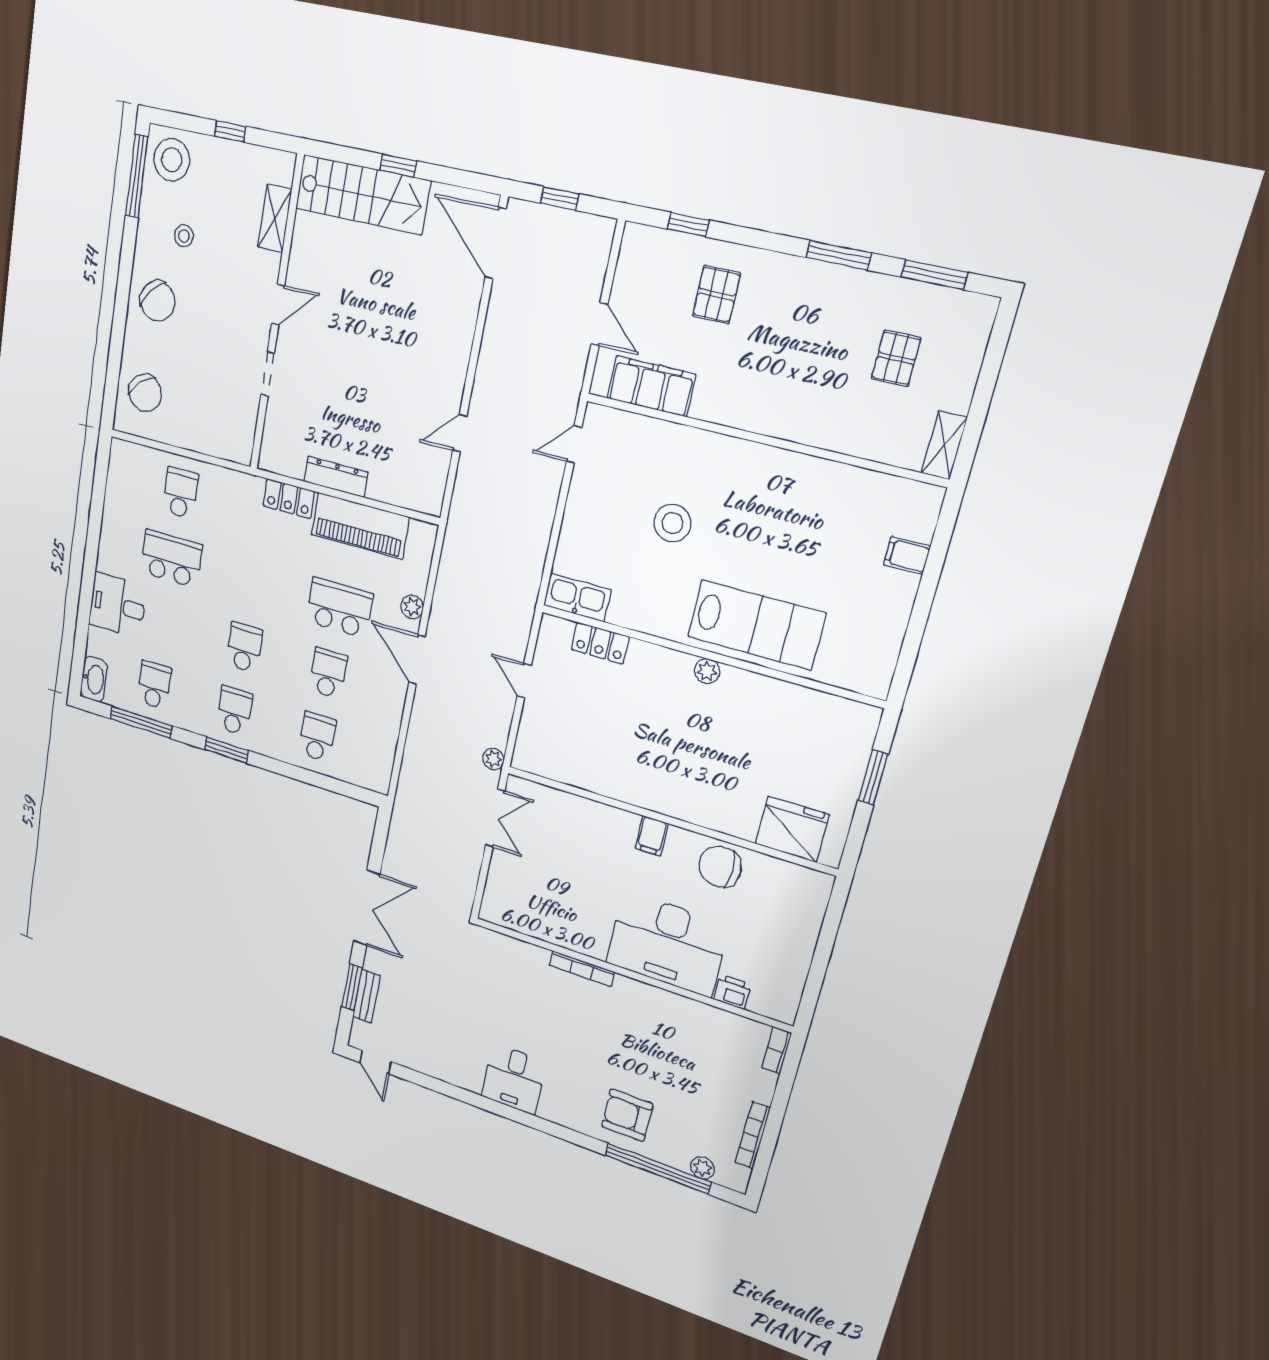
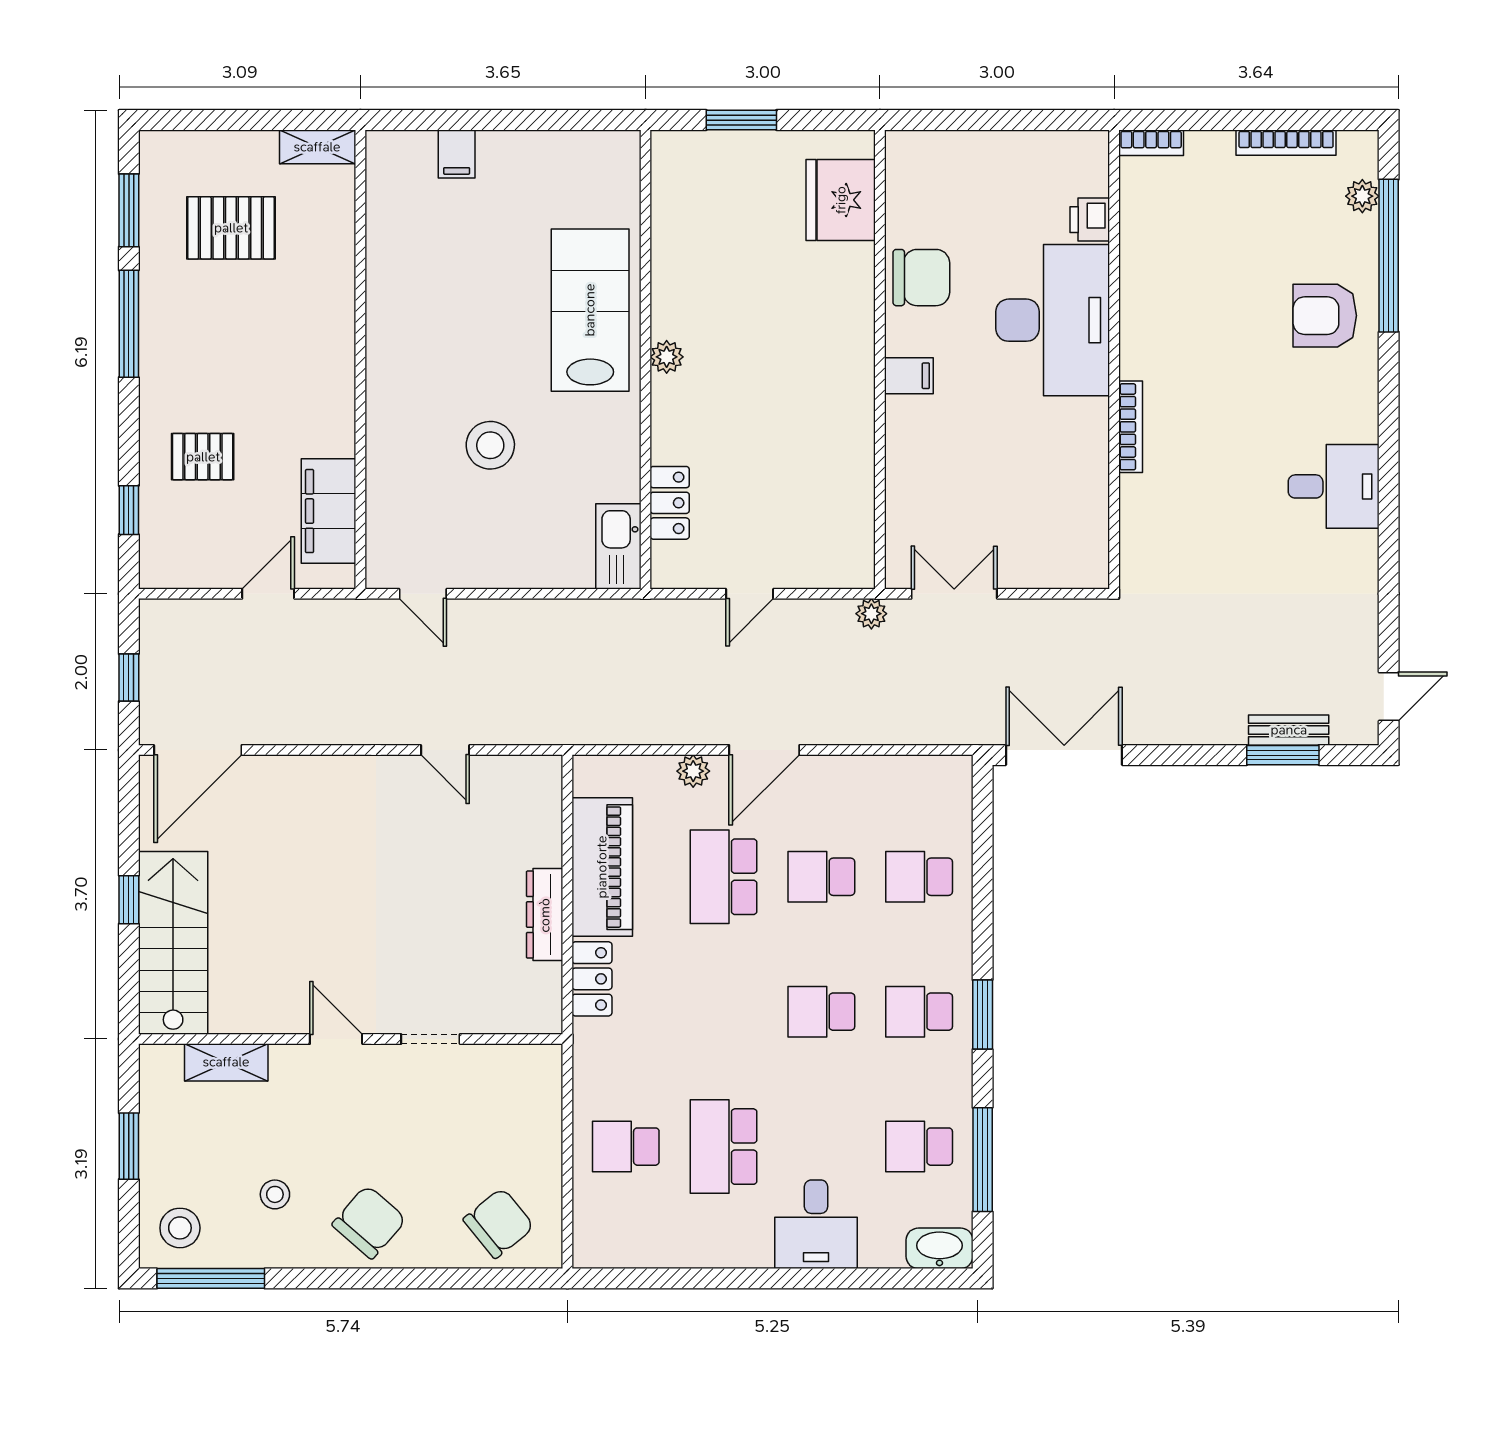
window: (230, 131) -> (129, 1146), width x1.50
stool: (172, 160) -> (180, 1228), width x0.73, depth x0.73
window: (839, 255) -> (129, 324), width x1.44
pallet: (896, 358) -> (231, 228), width x1.50, depth x1.42
chair: (720, 867) -> (921, 278), turned -90
double door: (367, 908) -> (1064, 755), moved
armchair: (627, 1115) -> (1325, 316), turned 90

